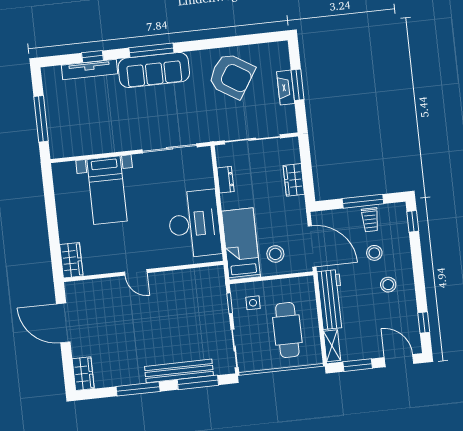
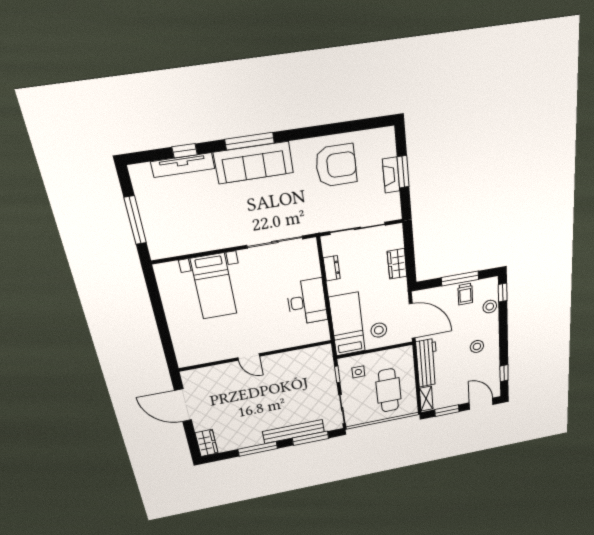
armchair: (232, 76) -> (336, 165), turned -32
desk: (194, 224) -> (307, 302), width x0.73, depth x0.77
stool: (374, 253) -> (490, 307), moved
wardrobe: (71, 260) -> (185, 352), removed

